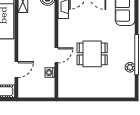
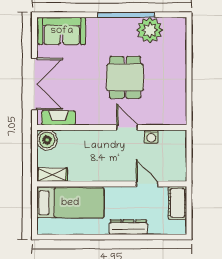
plant: (130, 67) -> (150, 30), width x1.88, depth x1.88

